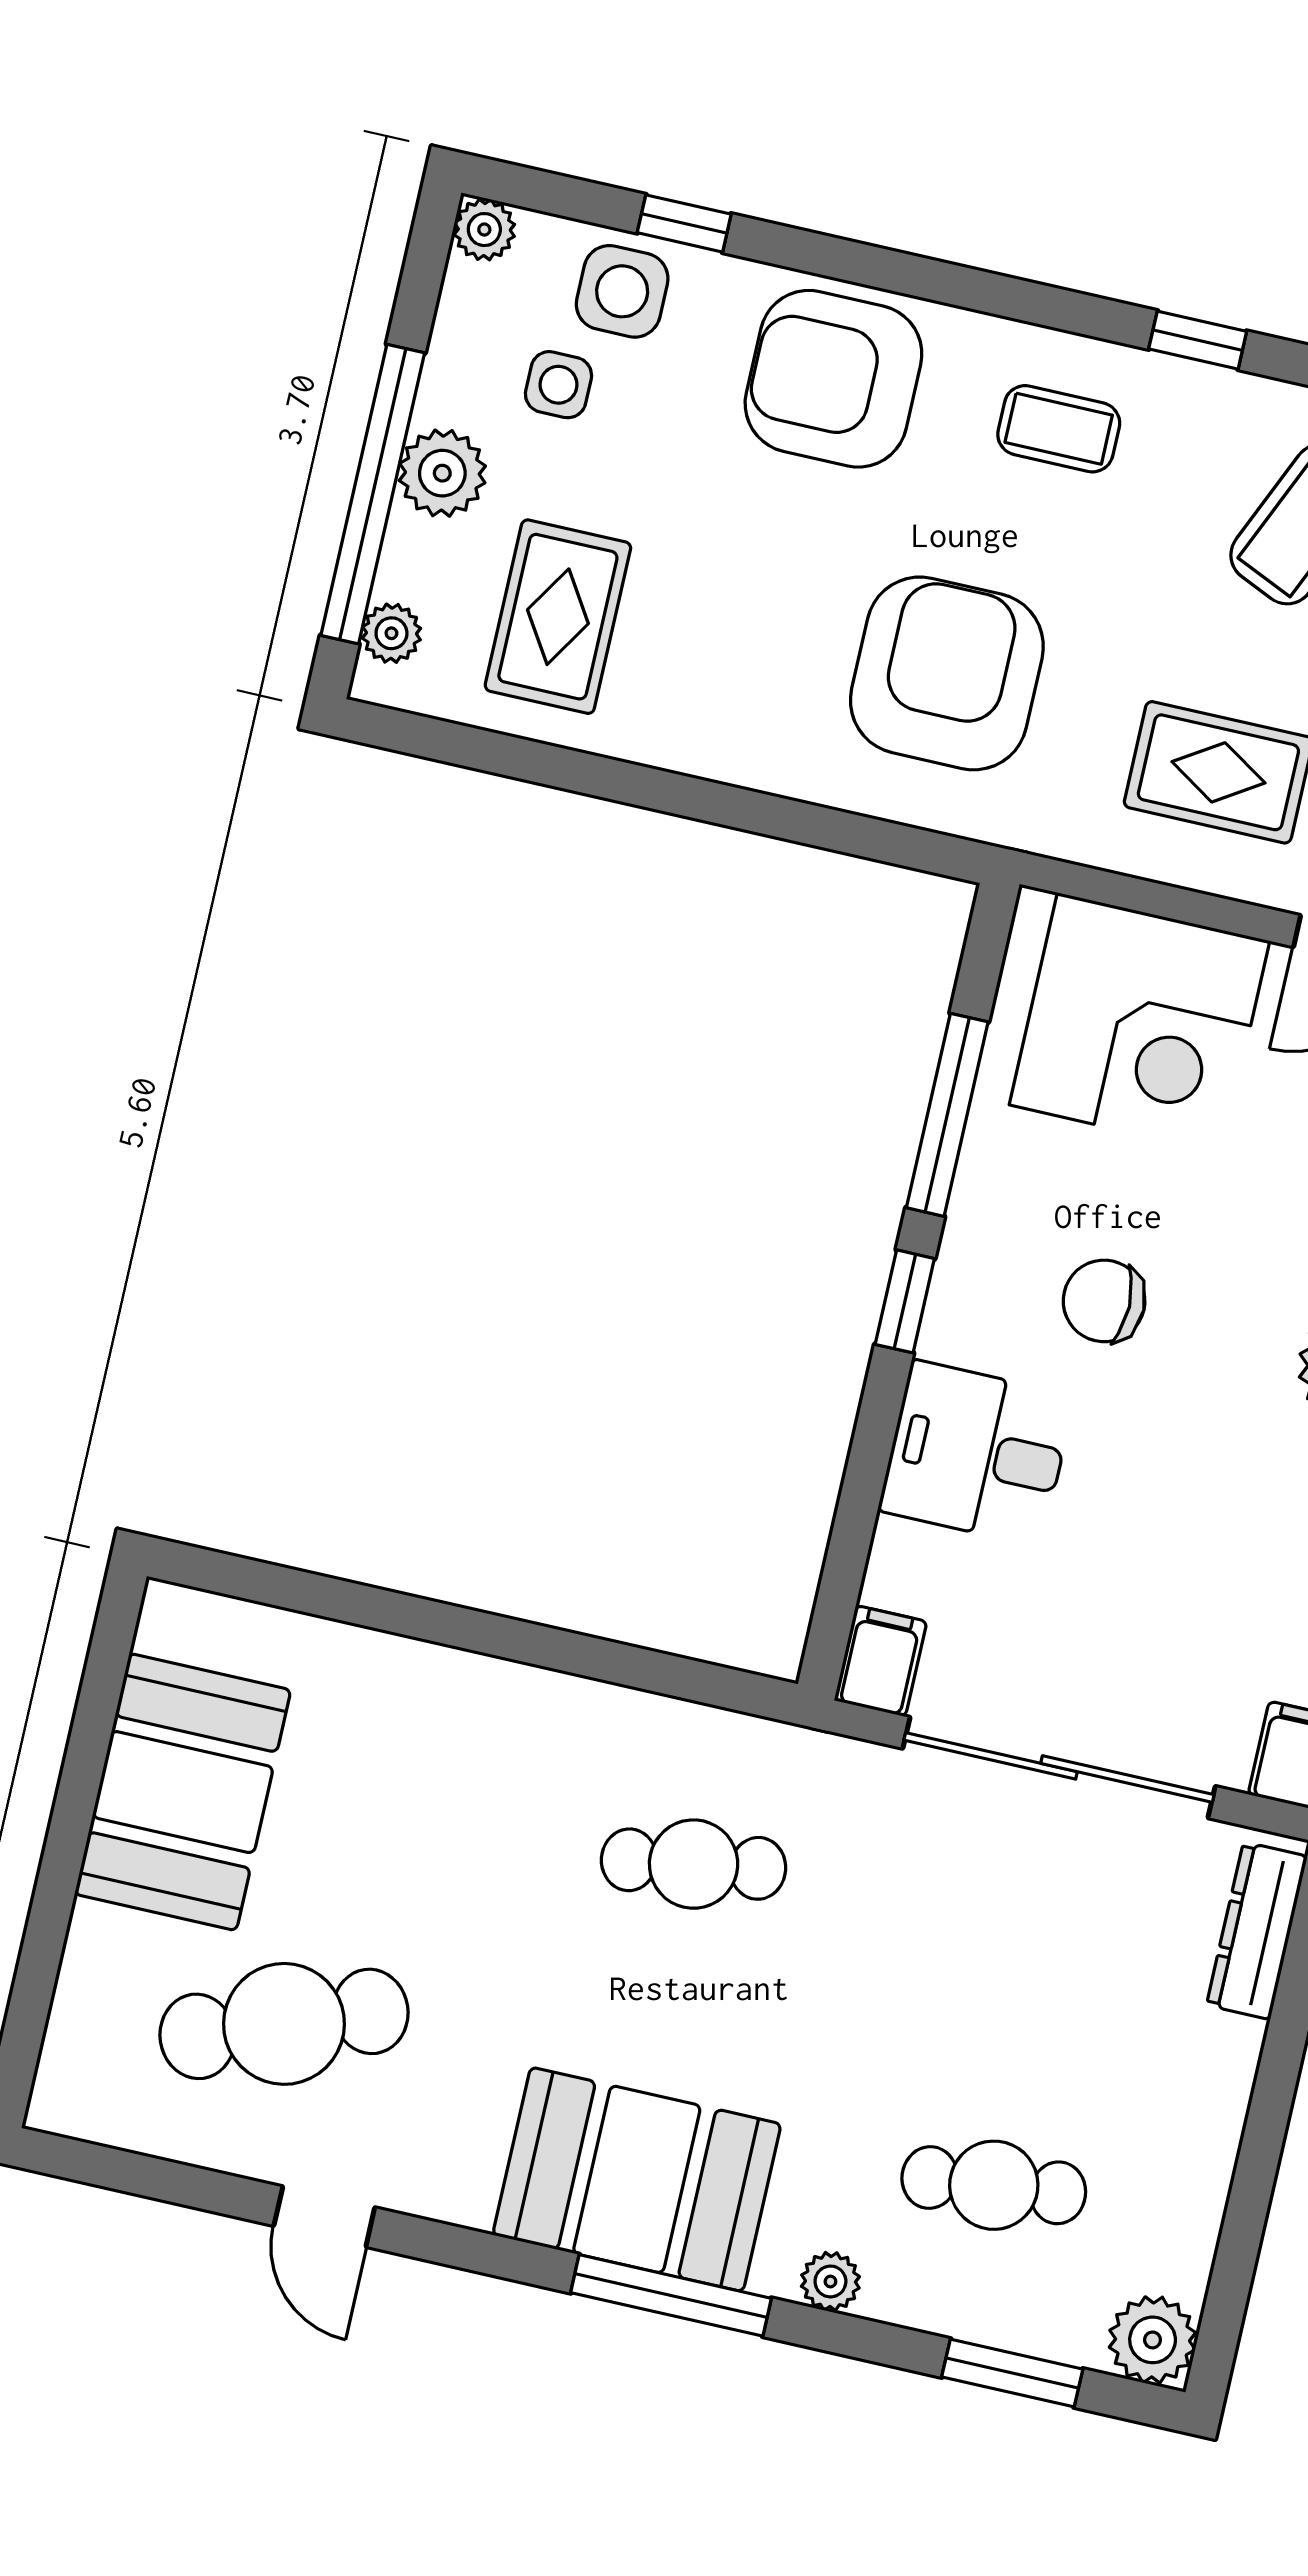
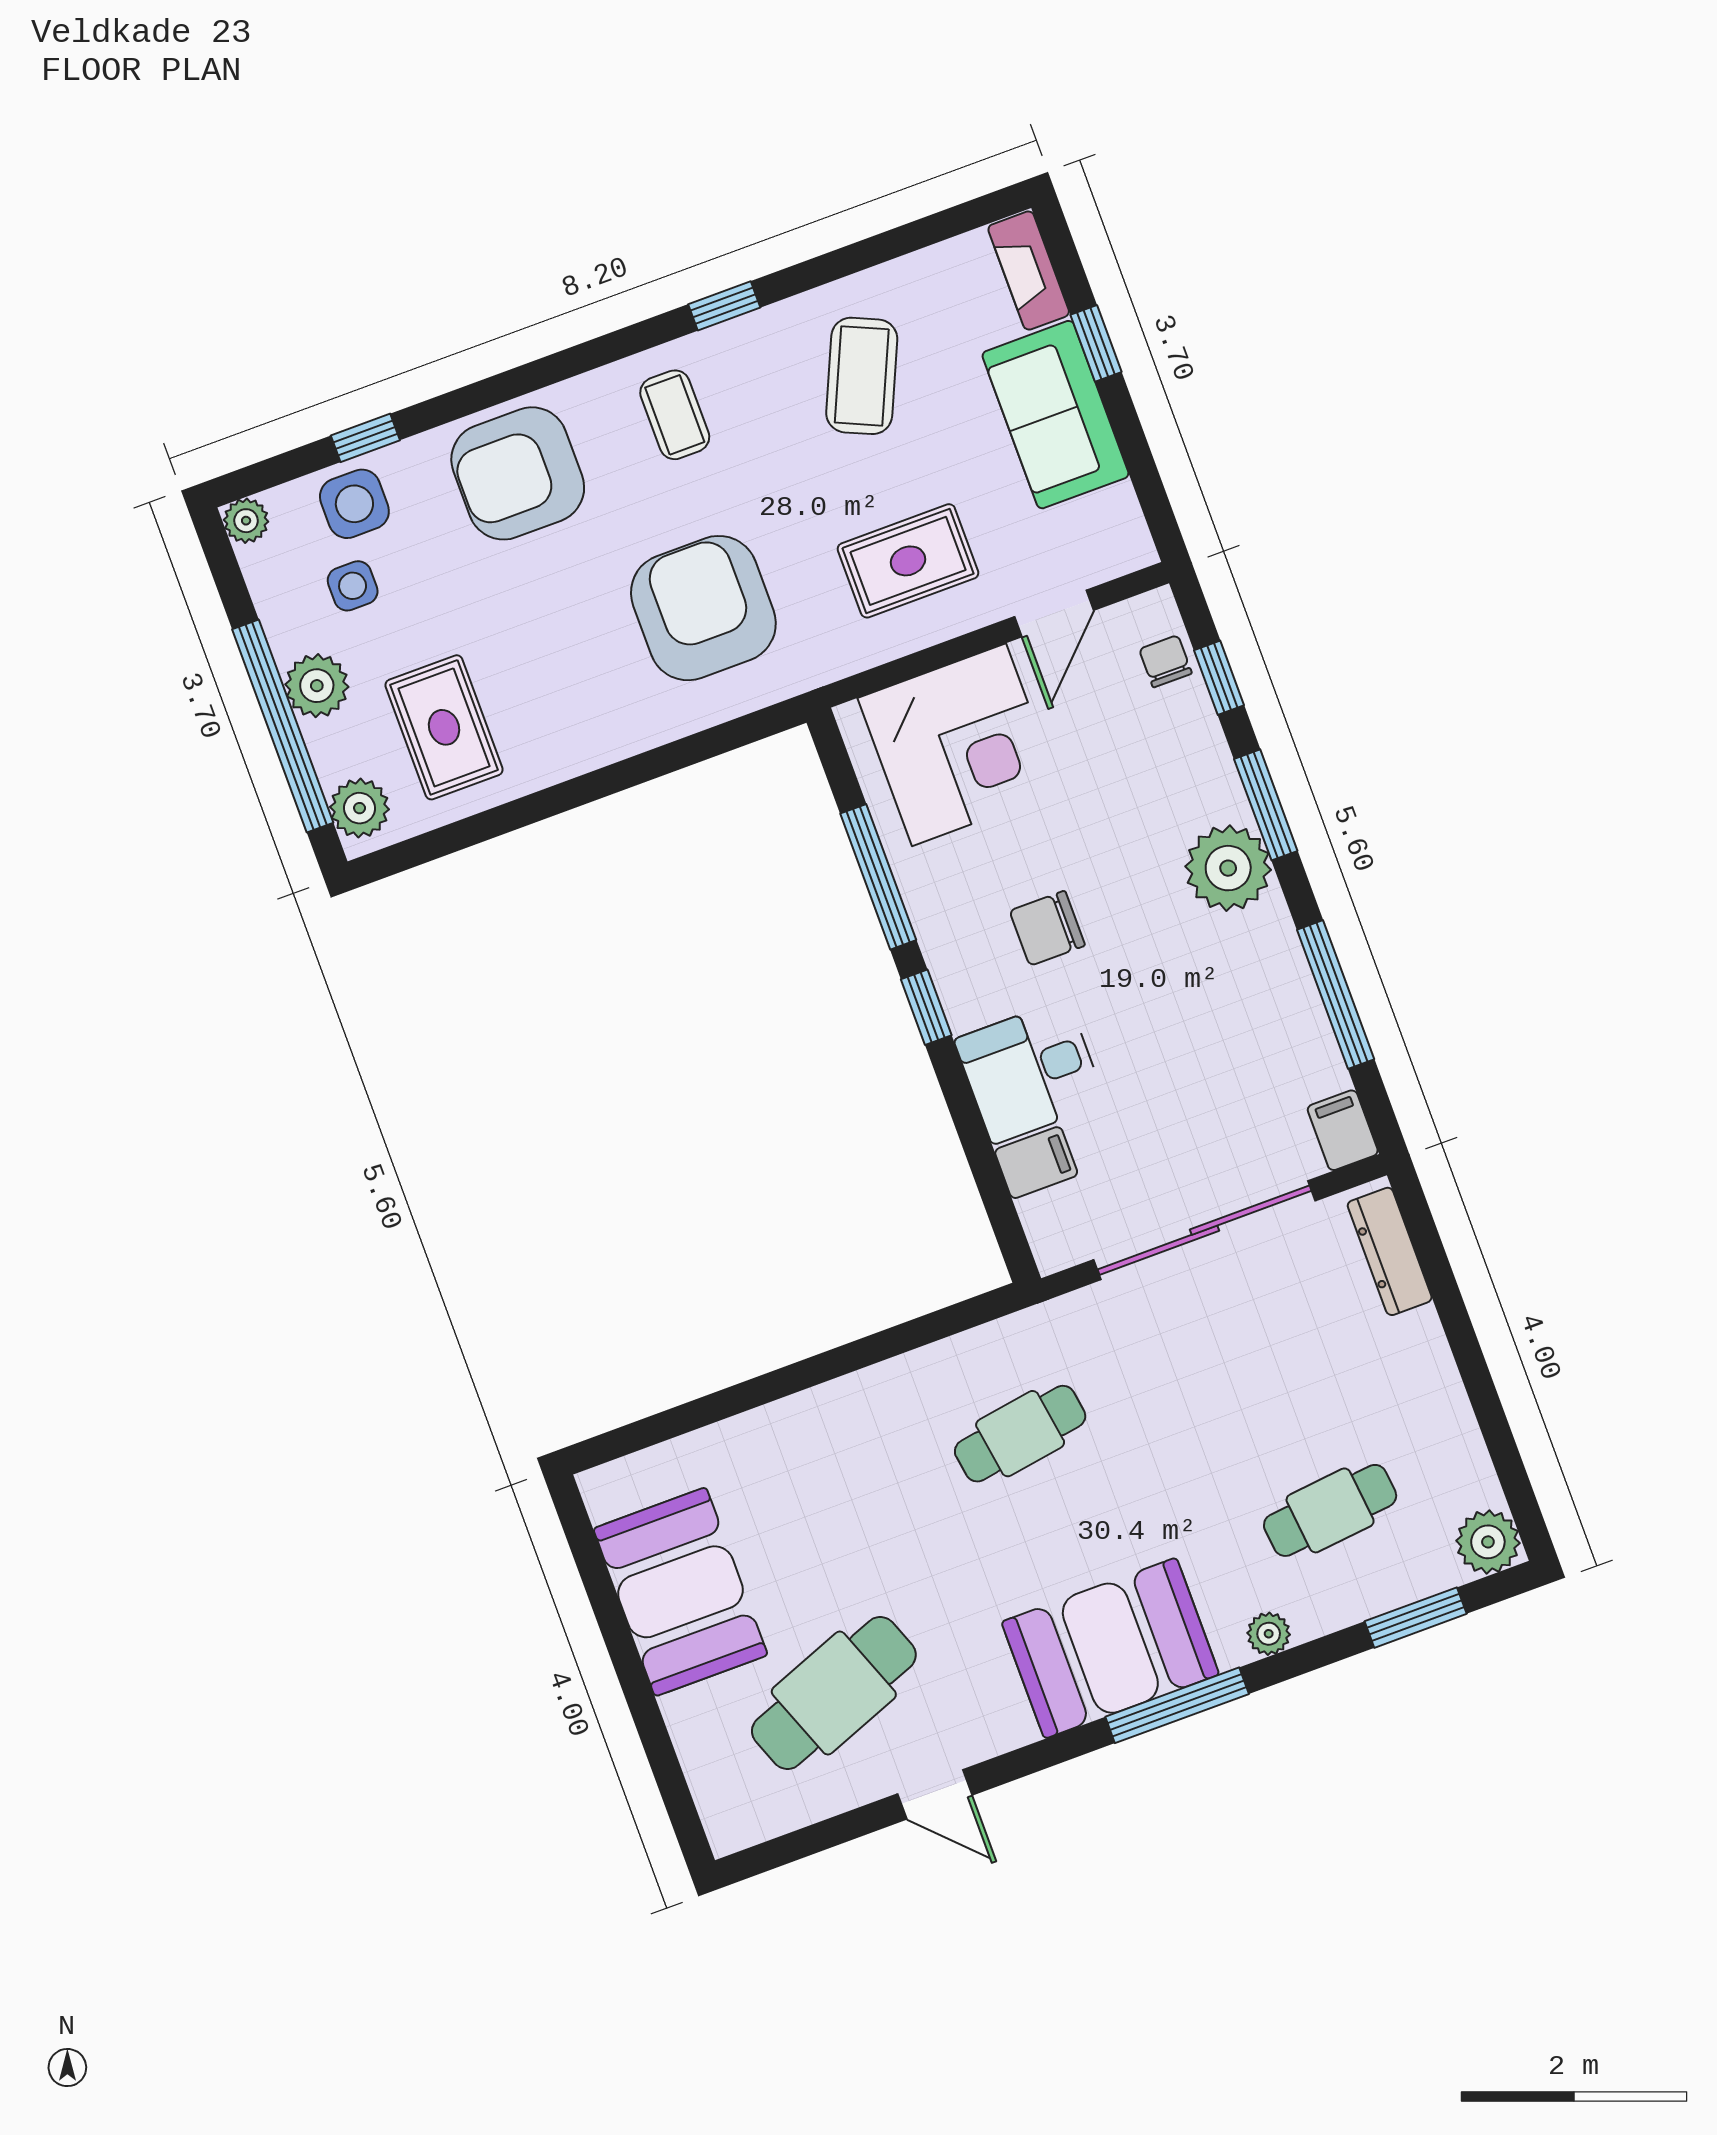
coffee table: (1059, 429) -> (675, 415), turned 90
plant: (391, 633) -> (360, 808), width x1.38, depth x1.38
filing cabinet: (881, 1661) -> (1036, 1163), moved, turned 90

